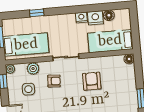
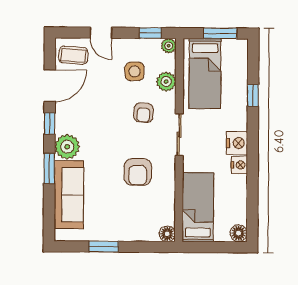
floor lamp: (109, 15) -> (239, 233), moved
nightstand: (95, 18) -> (237, 143), moved
armchair: (92, 81) -> (138, 172), turned 90

